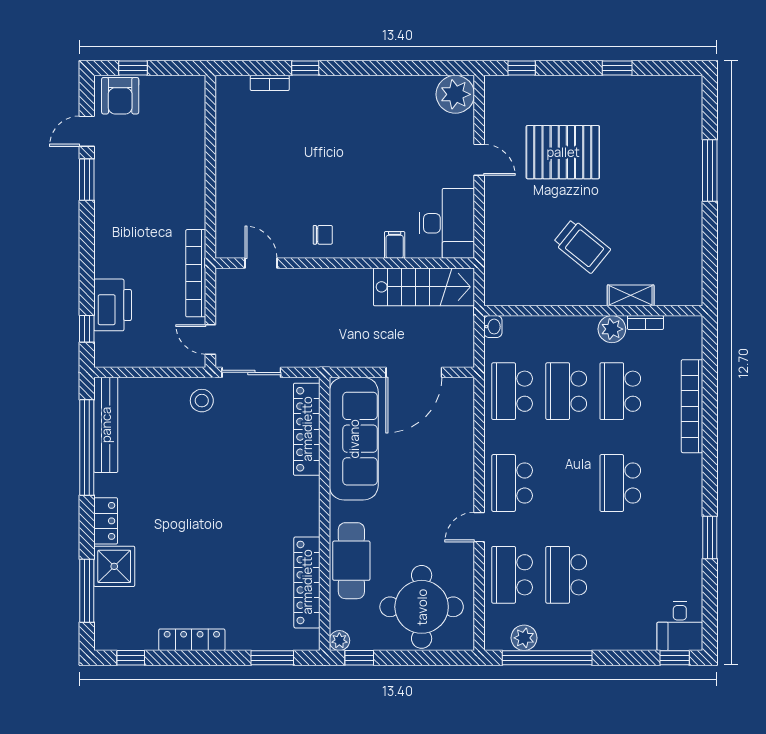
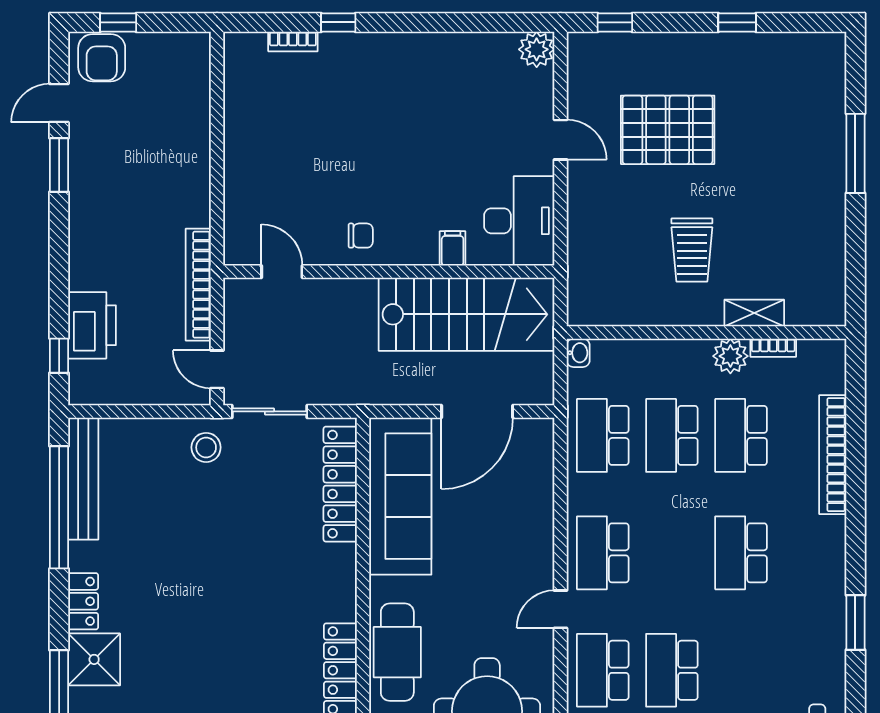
plant: (455, 94) -> (537, 49), width x0.73, depth x0.73
trolley: (582, 246) -> (692, 250), turned 51
stairs: (424, 287) -> (467, 314), width x1.36, depth x1.51

